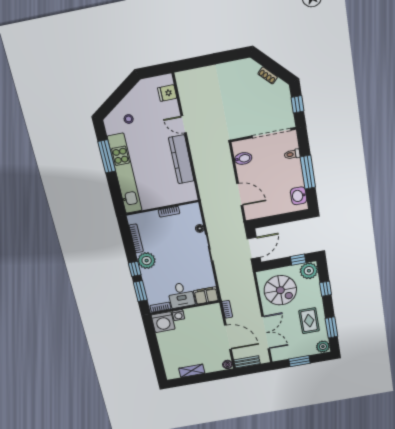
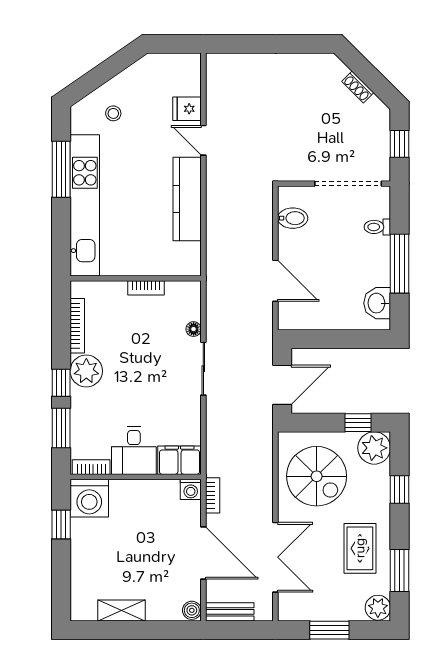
fridge: (167, 93) -> (187, 109), moved
washing machine: (178, 315) -> (191, 489), moved
window: (152, 337) -> (61, 525), added

